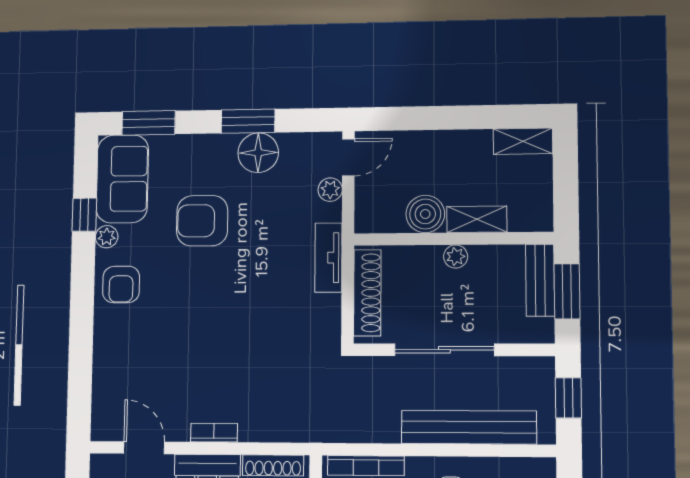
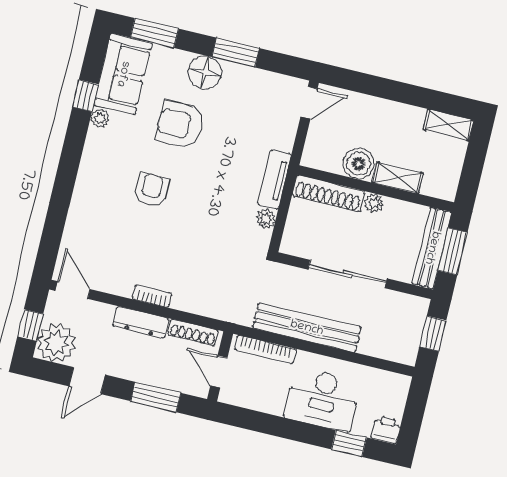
floor lamp: (258, 153) -> (205, 73), moved
plant: (330, 190) -> (266, 219), moved
bench: (540, 280) -> (432, 248), width x1.36
armchair: (121, 284) -> (151, 190), moved, turned 180
shoe rack: (367, 293) -> (328, 194), moved, turned 90
bench: (469, 427) -> (307, 328), moved
door: (144, 448) -> (73, 290), moved

